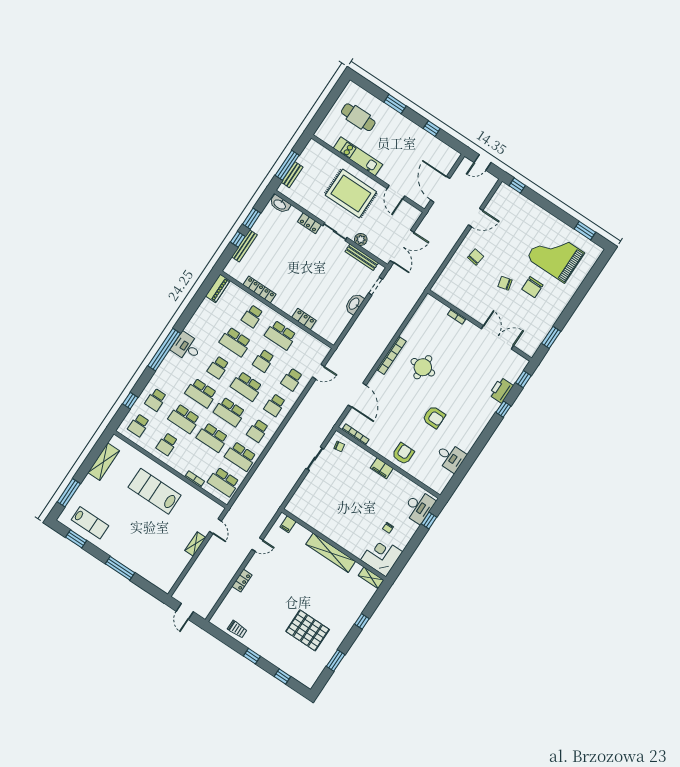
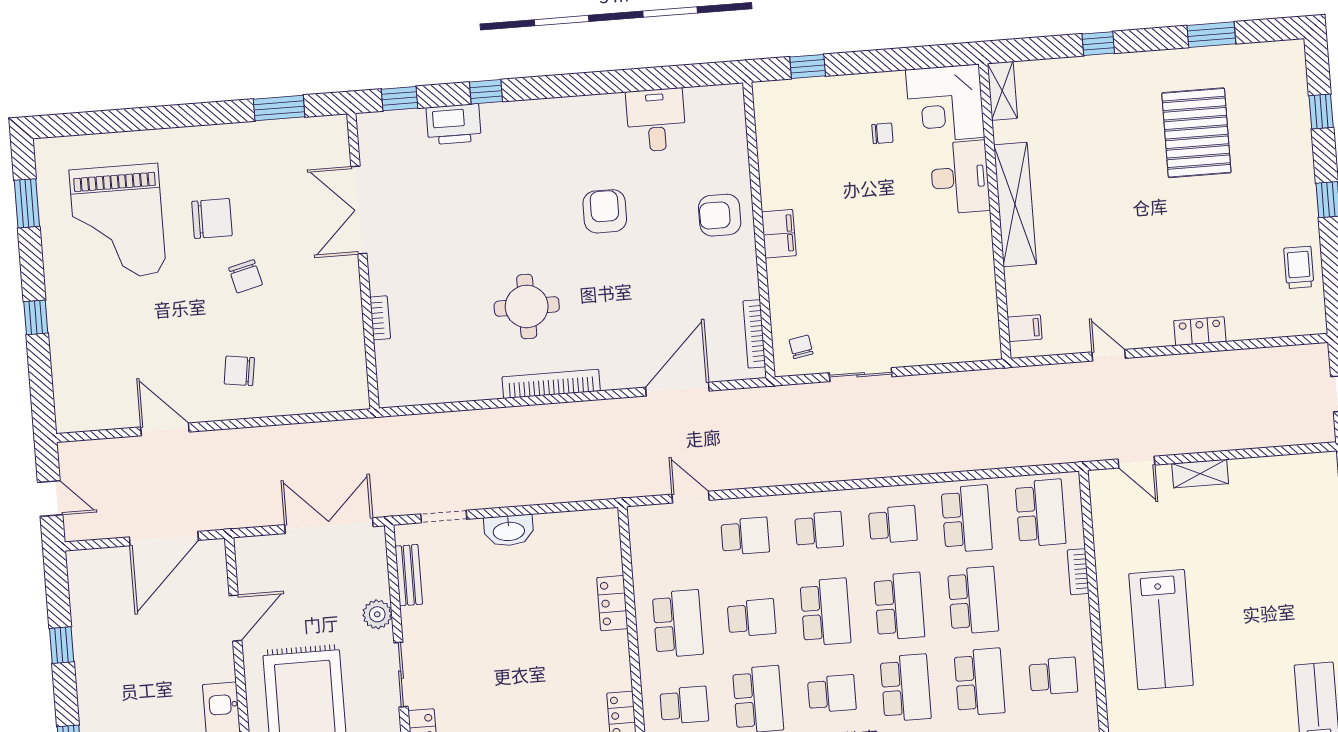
window: (517, 186) -> (36, 317), moved
bench: (362, 257) -> (409, 575), width x0.73
desk: (419, 507) -> (960, 177), moved, turned 90
door: (215, 526) -> (1136, 462), swing flipped

